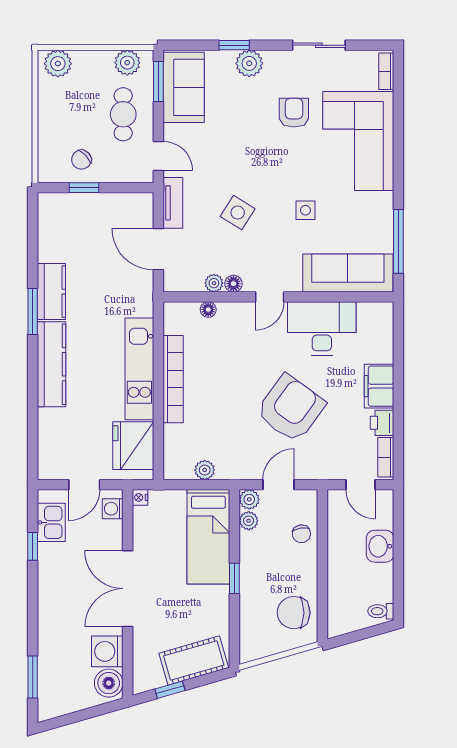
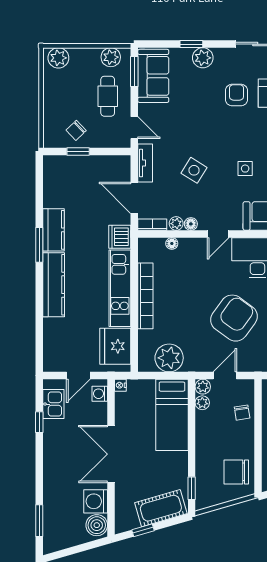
bookcase: (182, 285) -> (152, 225), added
dishwasher: (139, 301) -> (120, 237), added
plant: (205, 470) -> (169, 358), width x1.87, depth x1.87
window: (234, 578) -> (192, 488), moved

